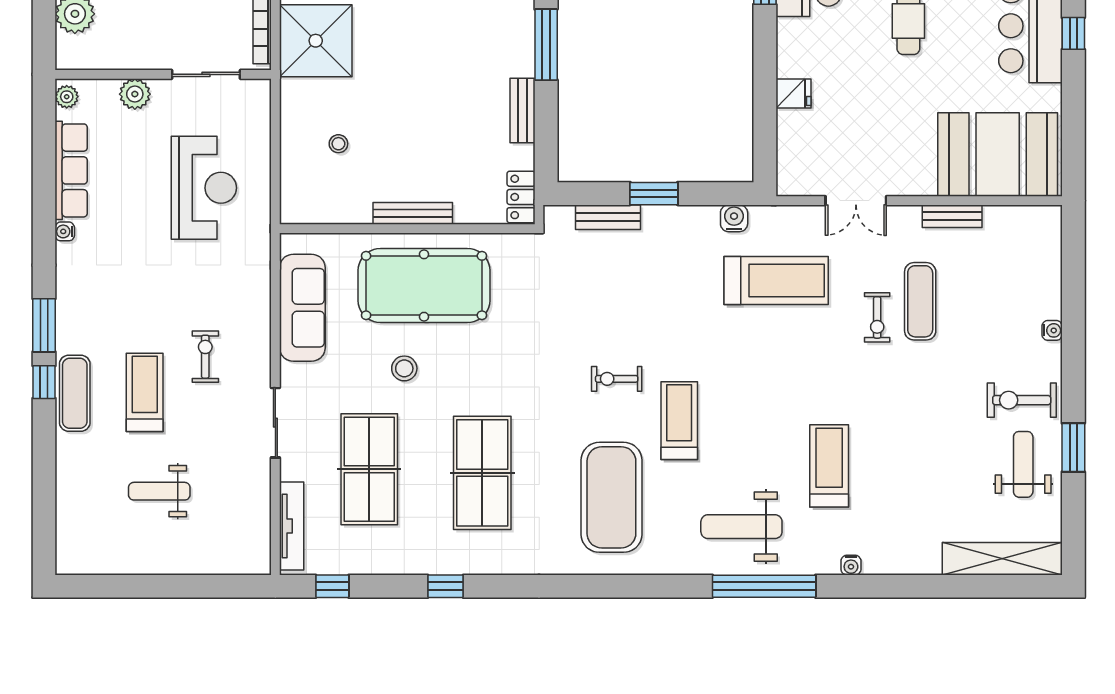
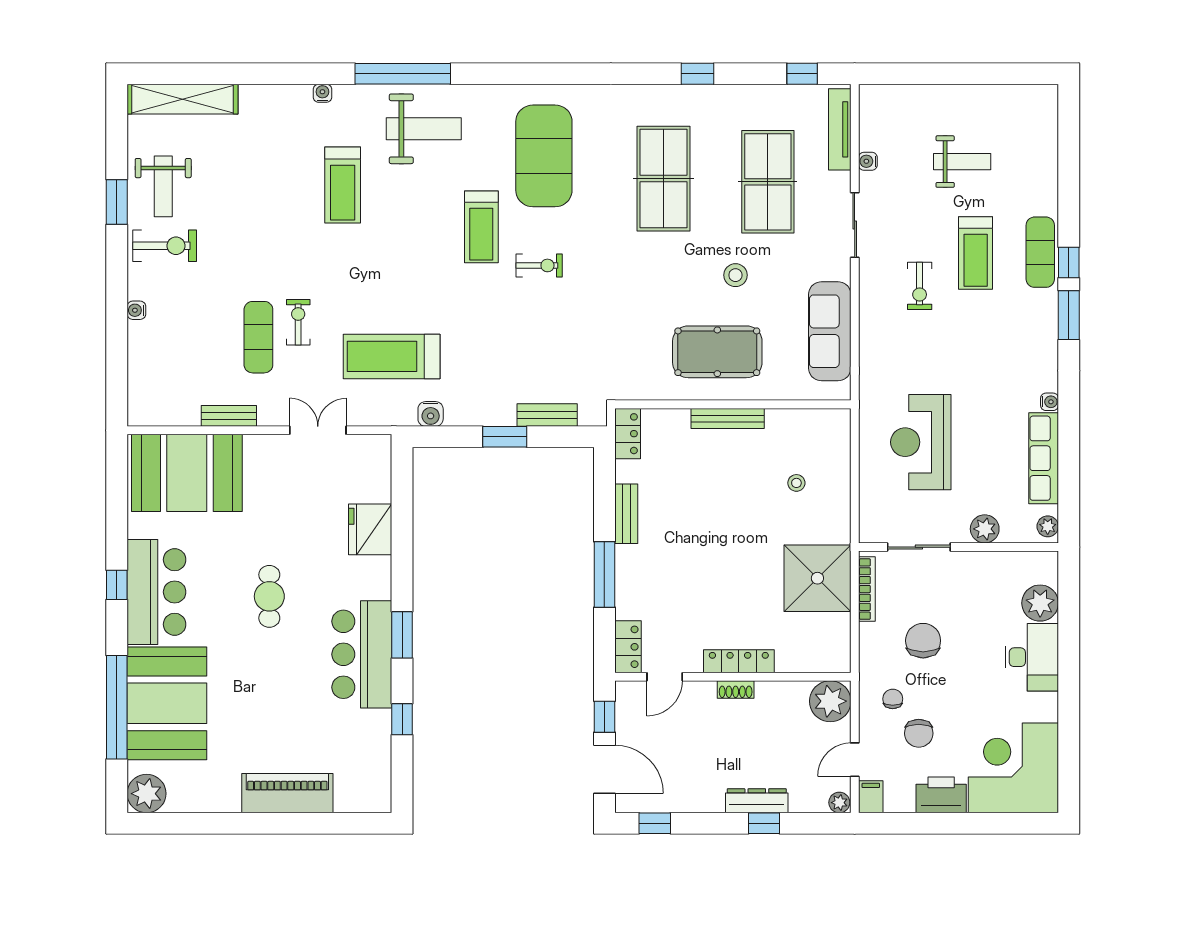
fridge: (793, 93) -> (370, 529), width x1.88, depth x1.34
pool table: (424, 286) -> (717, 352), width x0.73, depth x0.76
water cooler: (261, 492) -> (868, 161), added

